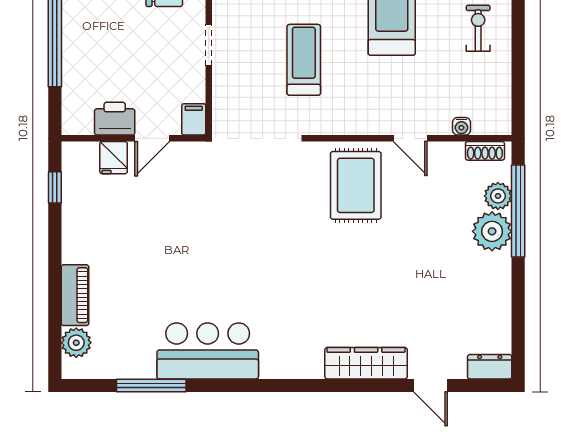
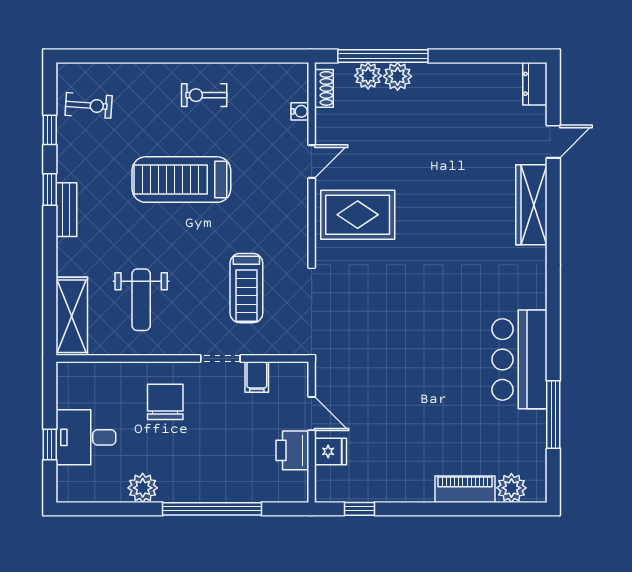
treadmill: (304, 60) -> (246, 288), moved, turned -90
filing cabinet: (194, 119) -> (257, 377), moved, turned -90
plant: (492, 231) -> (398, 76), width x0.73, depth x0.73

